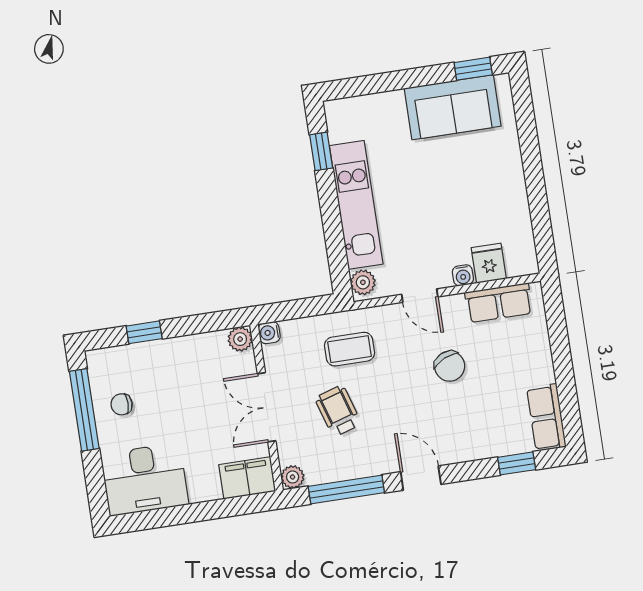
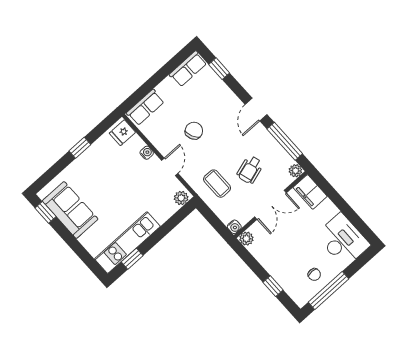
window: (535, 182) -> (80, 148), added
kitchen unit: (356, 205) -> (127, 243), moved
fridge: (489, 263) -> (122, 133), moved
row of seats: (499, 303) -> (145, 107), moved, turned 90

